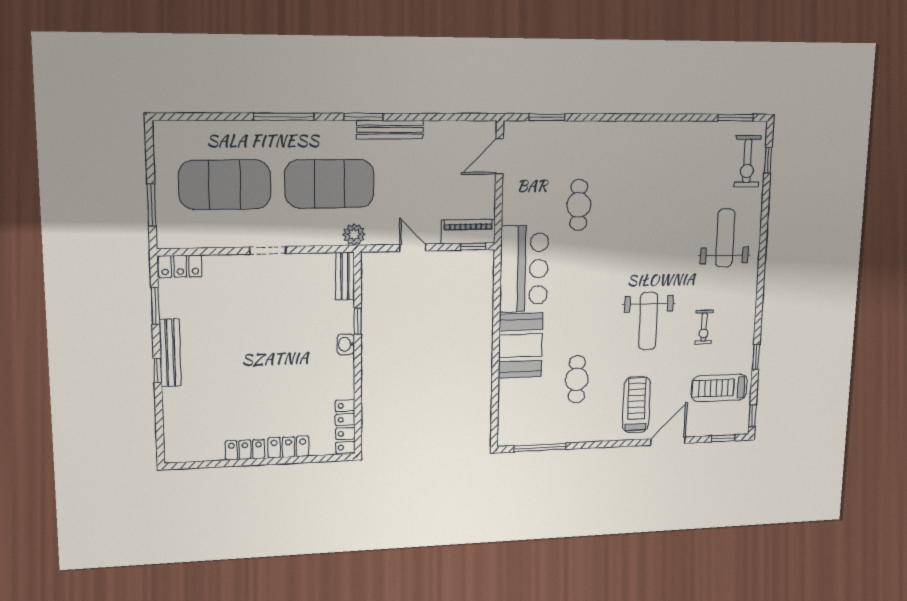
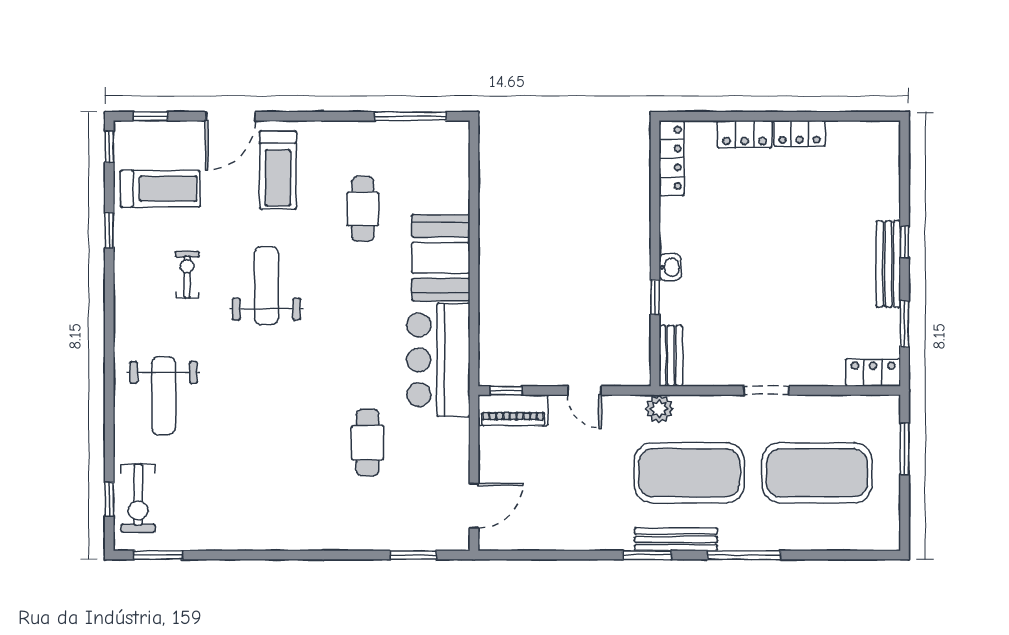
bench: (390, 130) -> (676, 539), moved
exercise bike: (748, 161) -> (138, 498), turned 180

